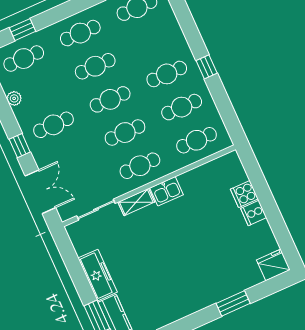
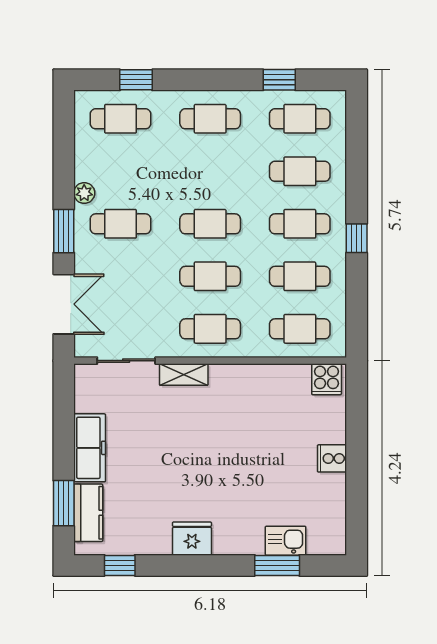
cafe table: (95, 66) -> (300, 171), moved
plant: (14, 98) -> (84, 193), moved
window: (20, 146) -> (64, 231), width x1.50
kitchen sink: (167, 191) -> (286, 541), moved, turned 180
cooker: (244, 194) -> (327, 379), moved, turned -90
fridge: (273, 265) -> (192, 539), moved
window: (233, 303) -> (277, 565), moved

